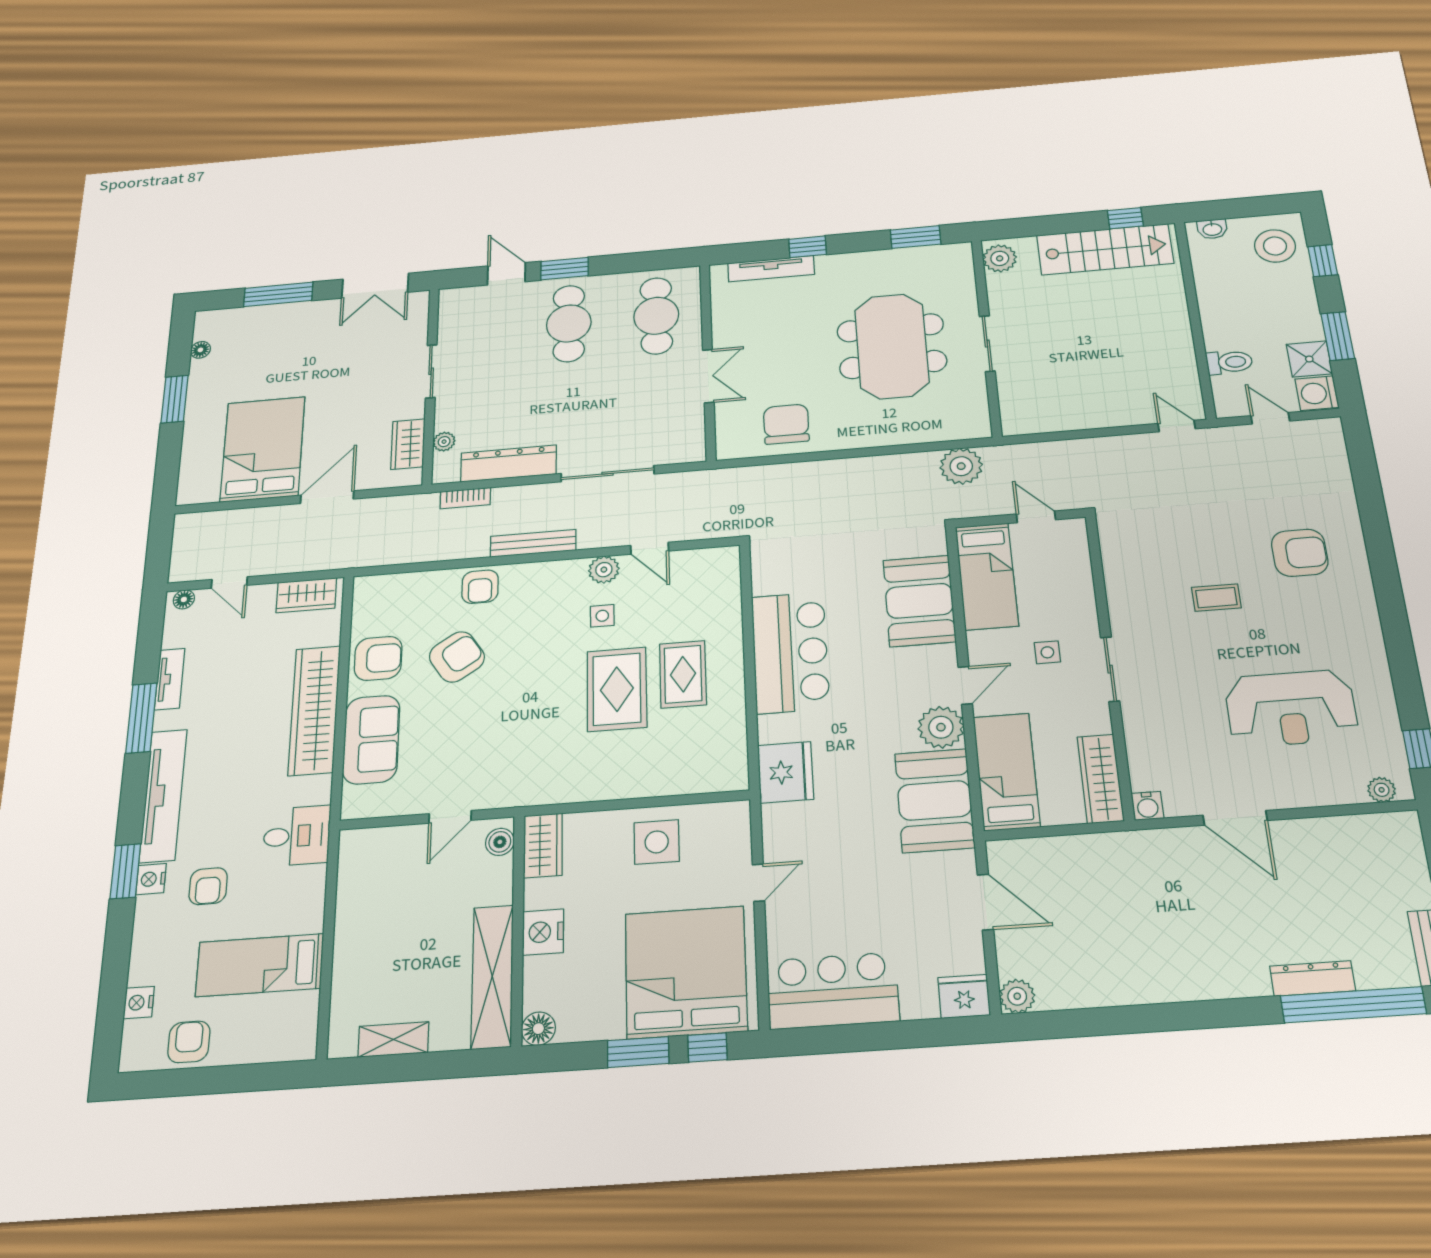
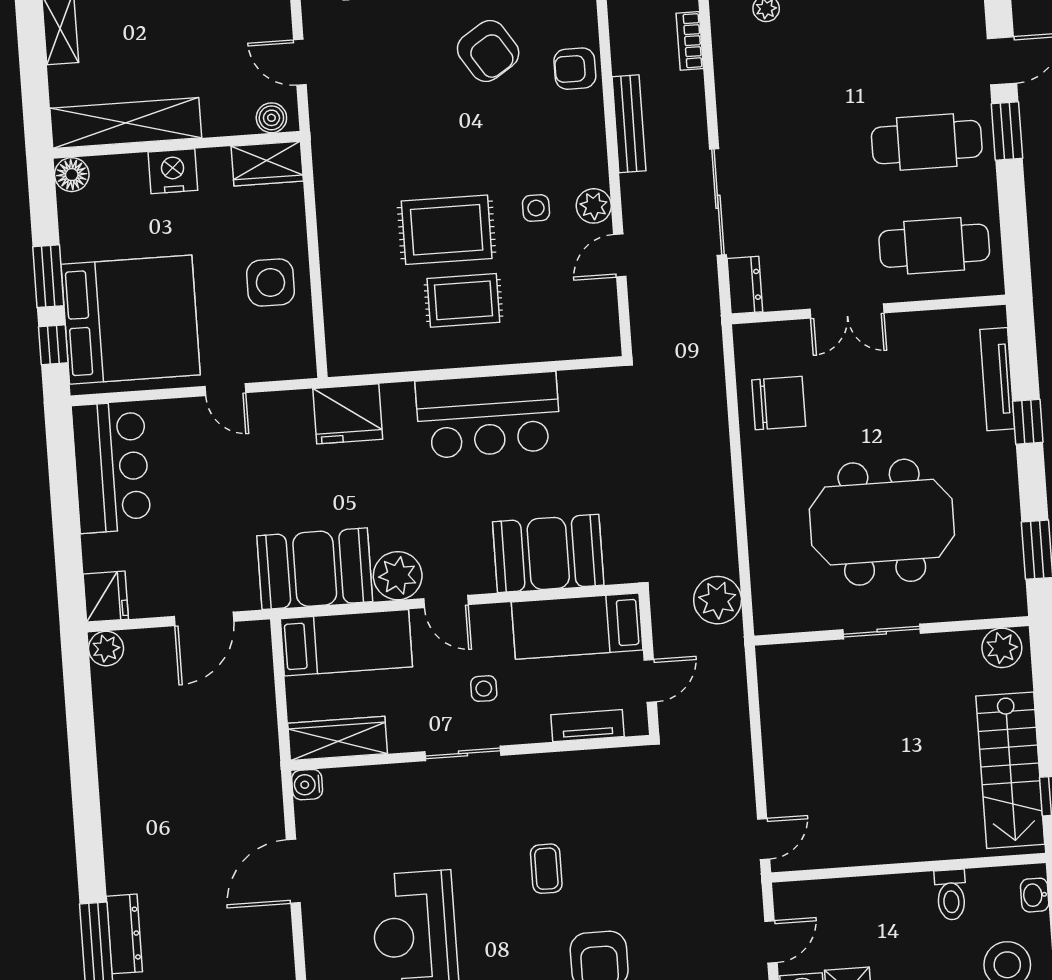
toilet: (1229, 362) -> (951, 895), moved
dresser: (509, 464) -> (745, 285), moved, width x0.51, depth x0.80
tv unit: (1079, 566) -> (588, 726), added

